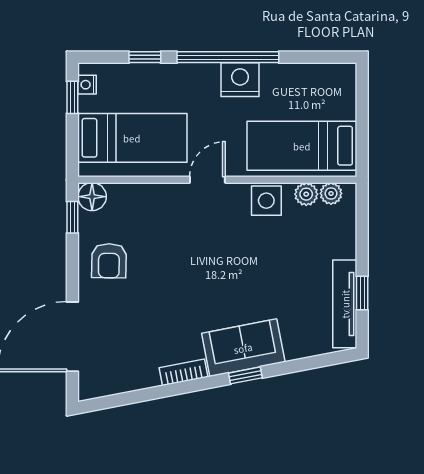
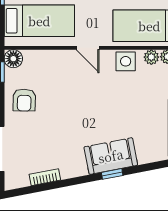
door: (207, 180) -> (88, 48), swing flipped
bookcase: (183, 372) -> (45, 177), moved

